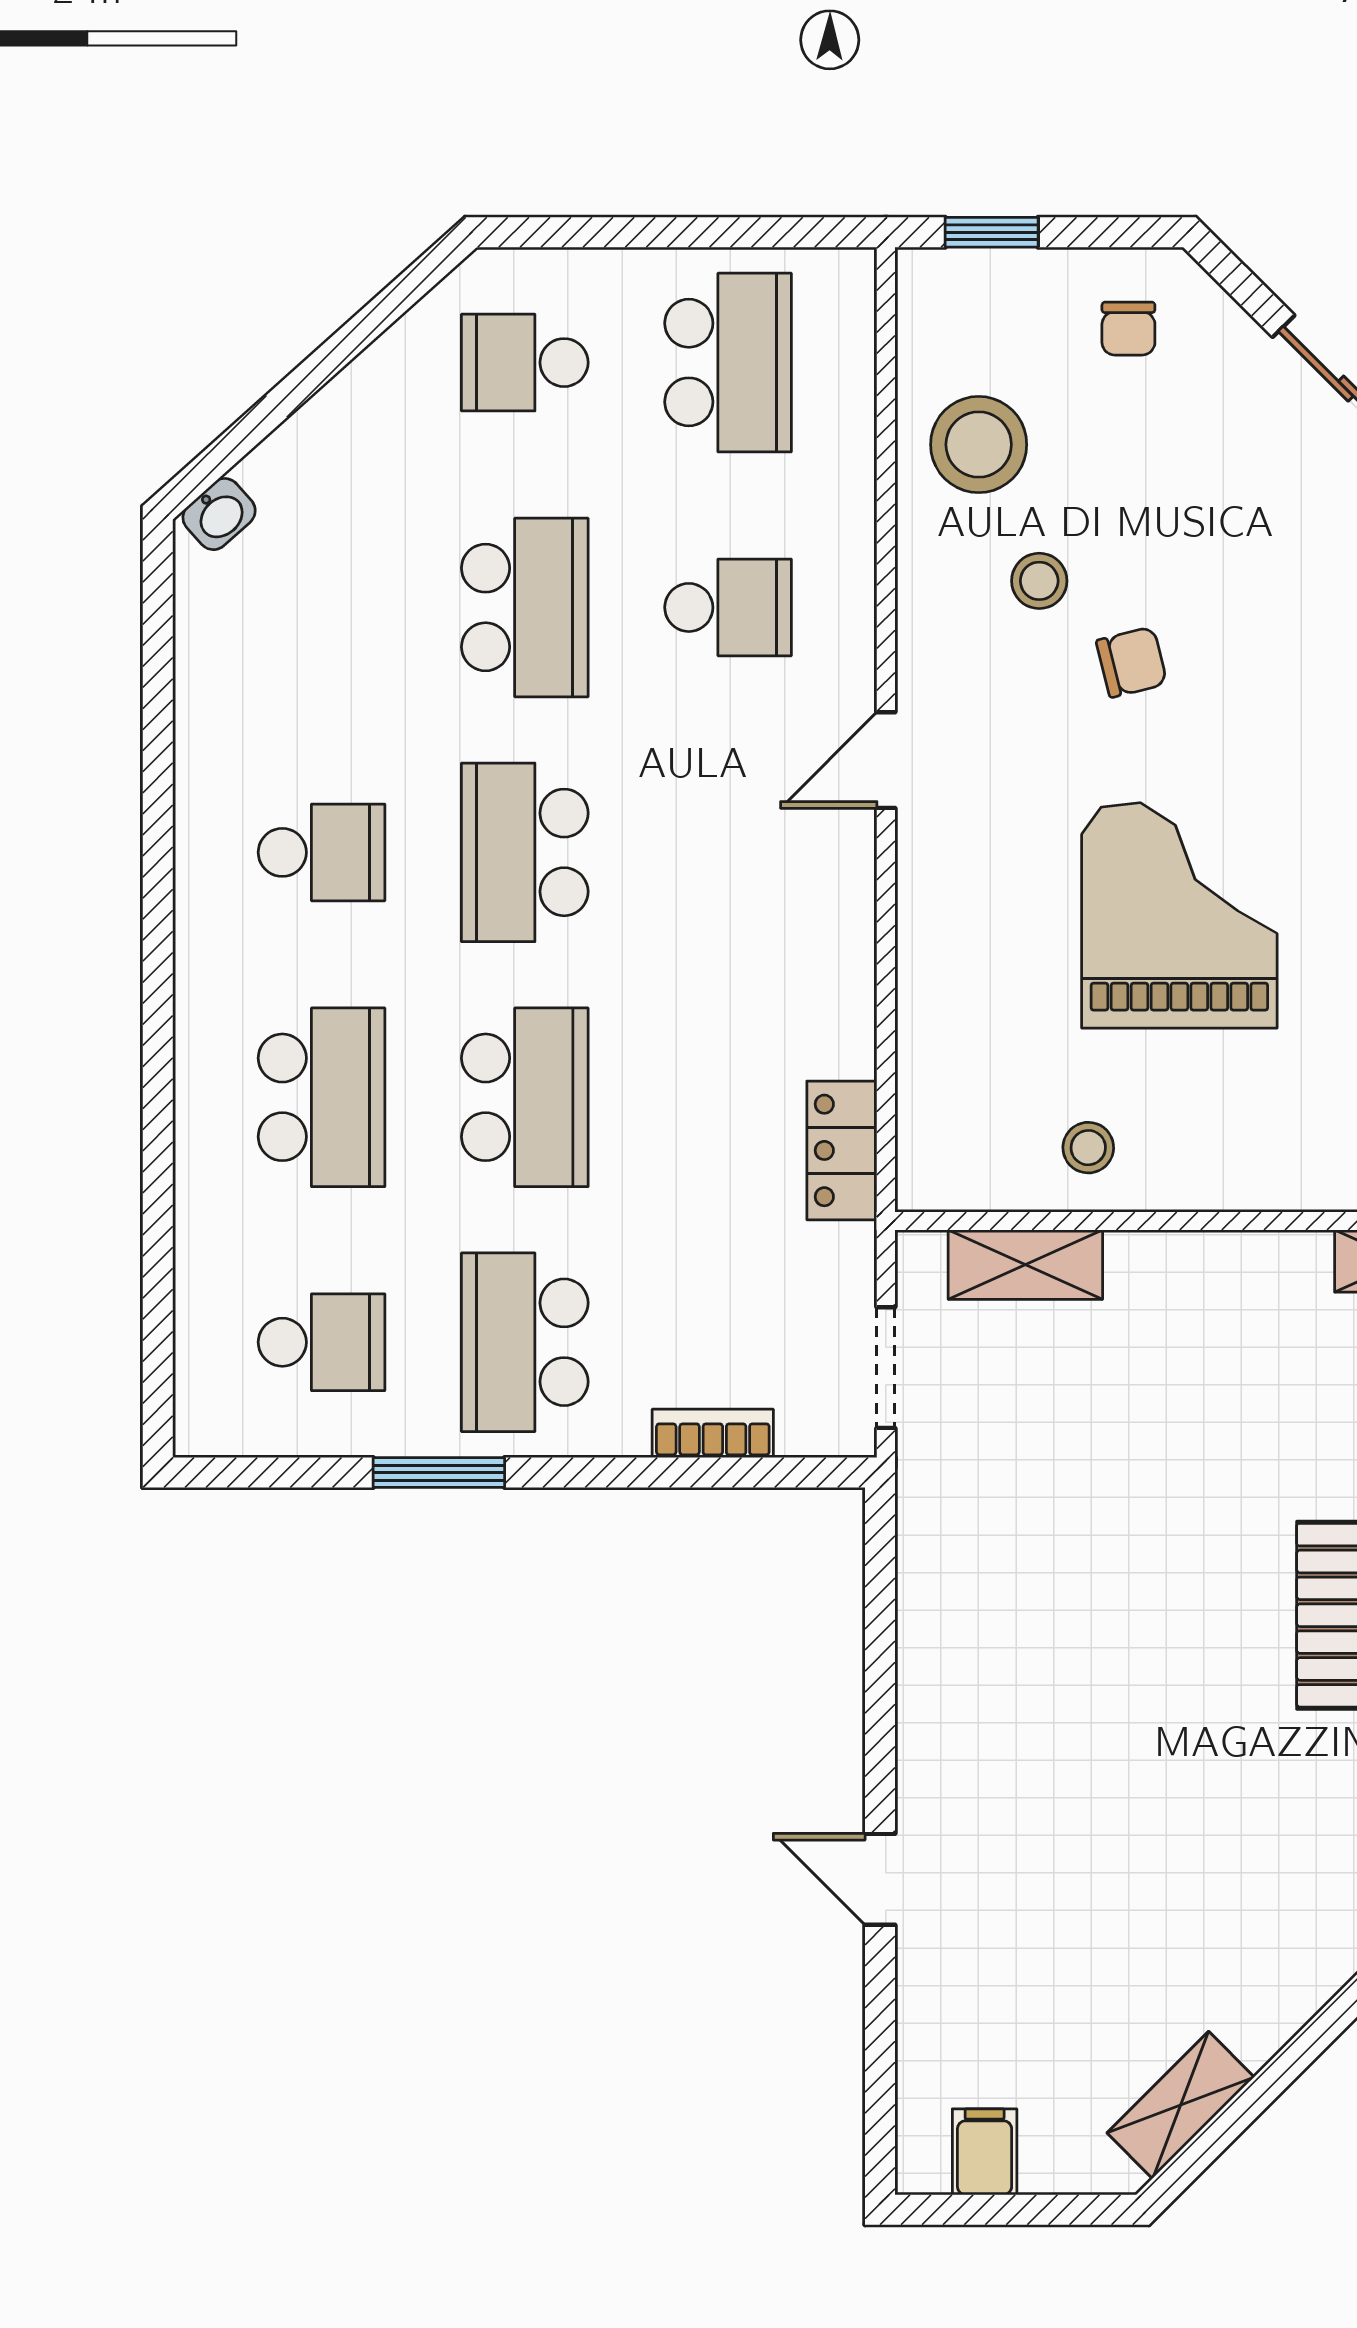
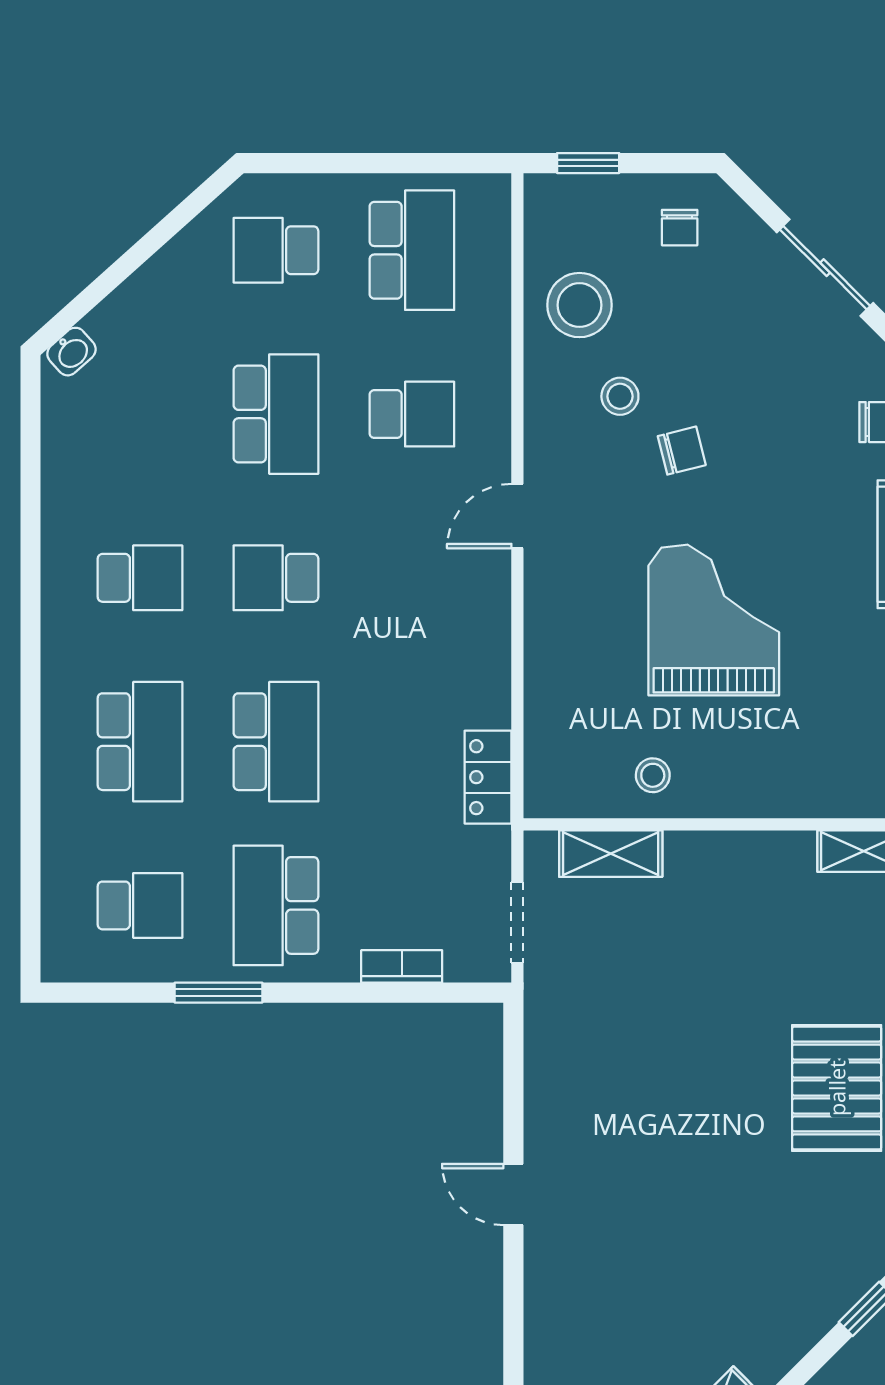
school desk: (525, 852) -> (276, 578), width x0.54
door: (880, 1879) -> (513, 1194), moved

